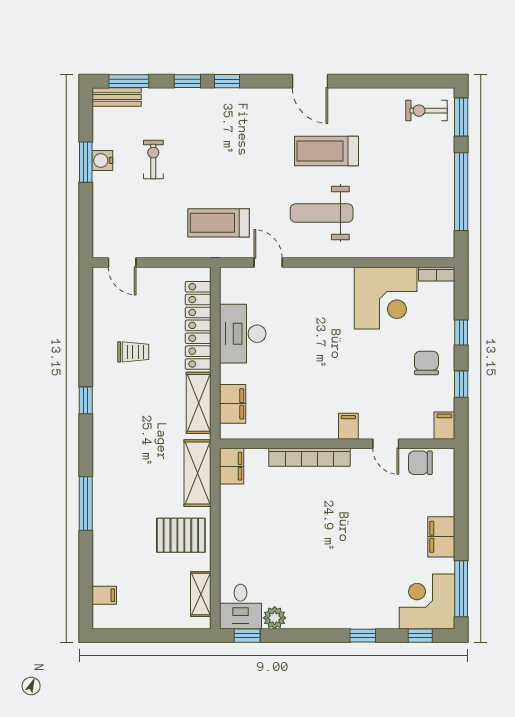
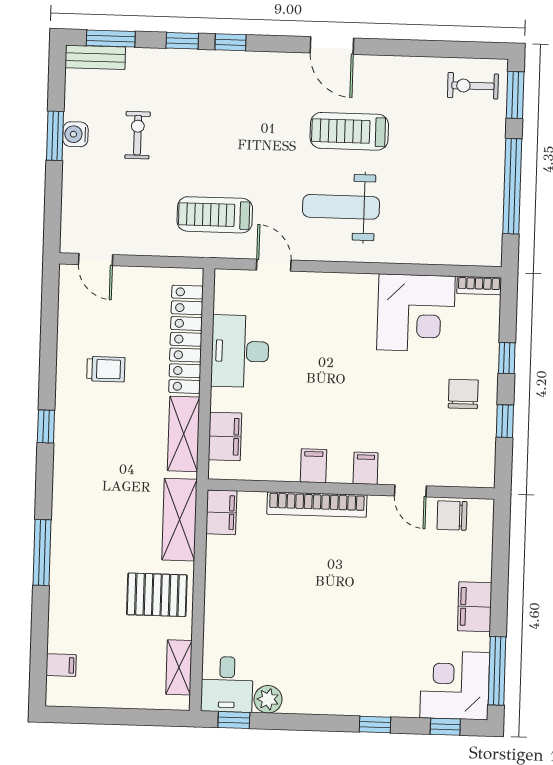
filing cabinet: (444, 426) -> (313, 466), moved

